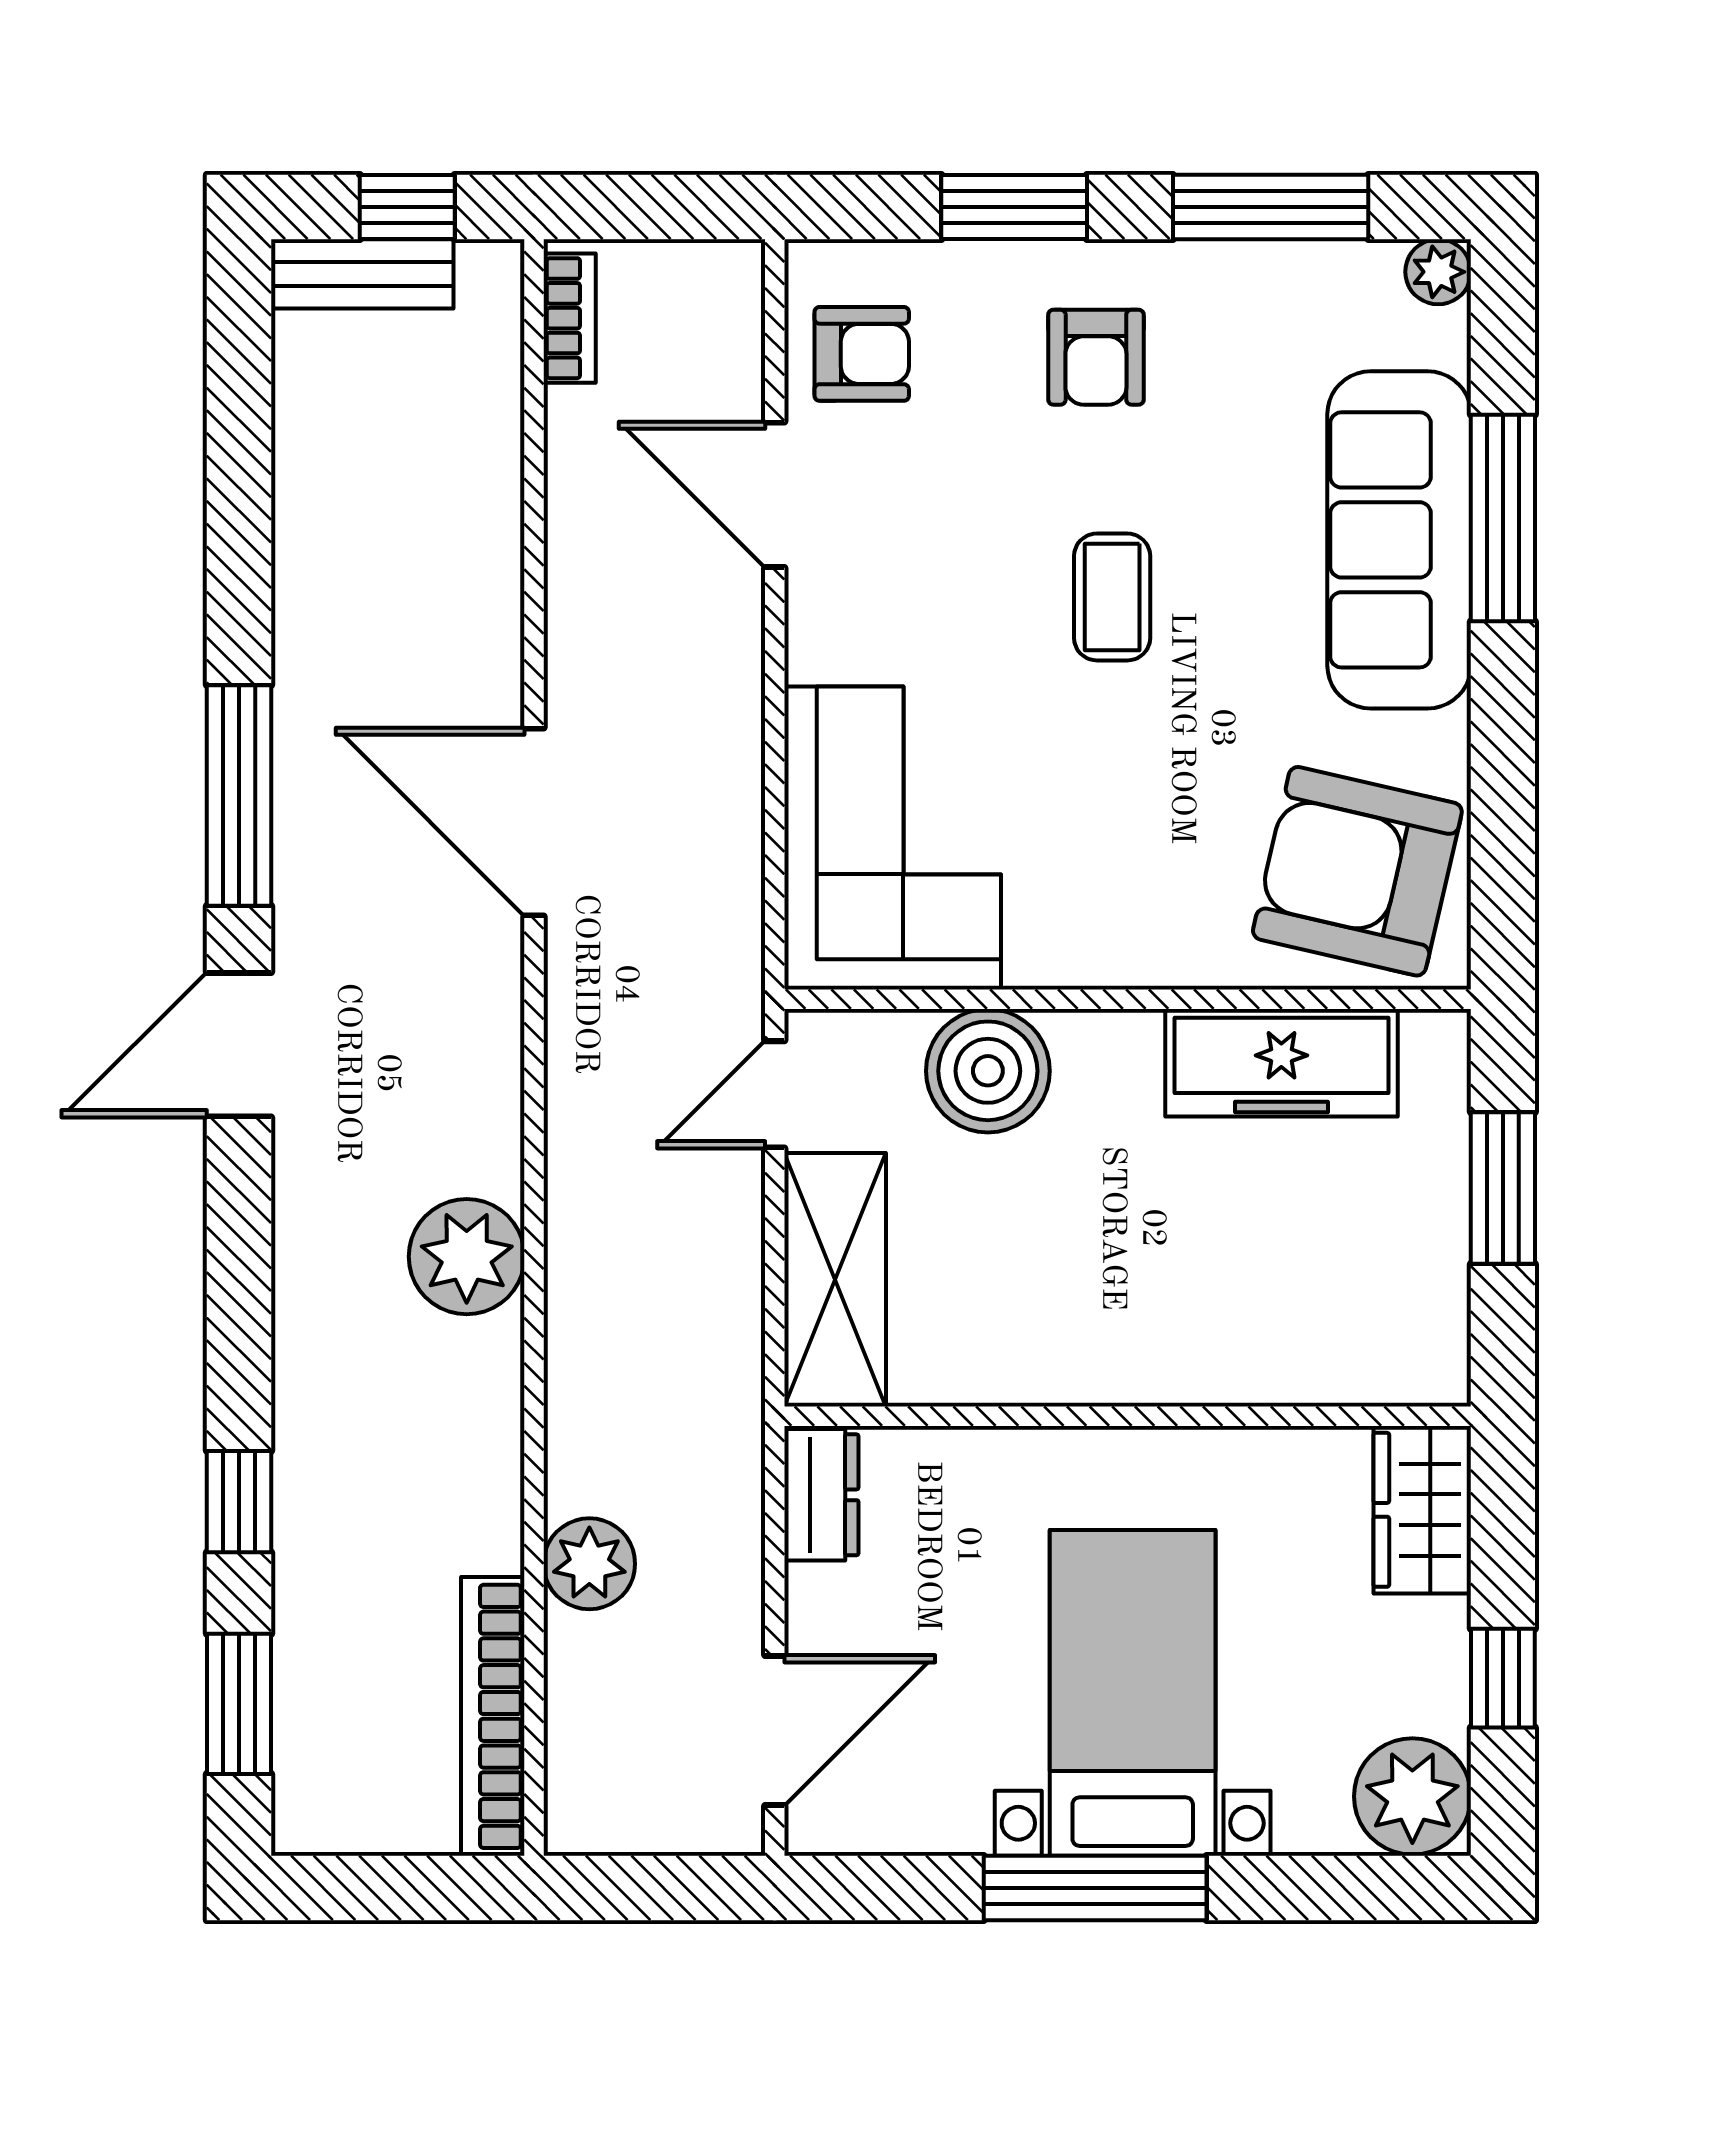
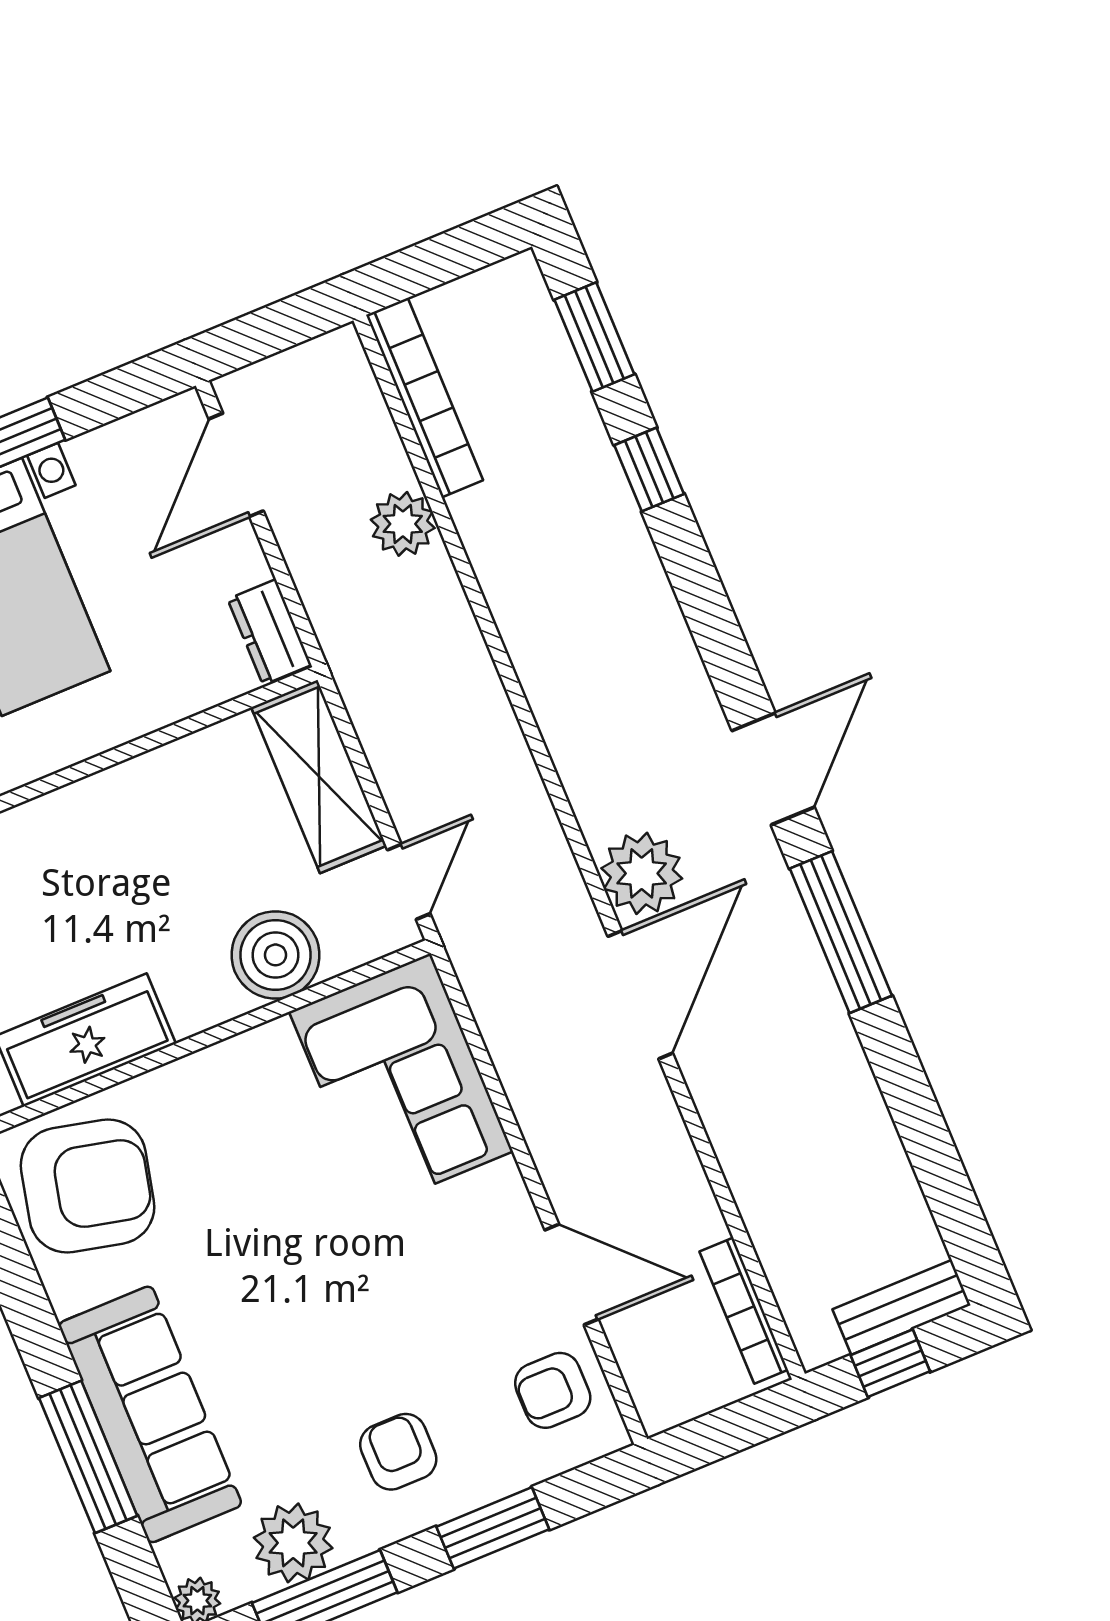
plant: (1282, 295) -> (293, 1543), added
bookcase: (570, 318) -> (744, 1311), width x1.56
coffee table: (1112, 597) -> (323, 1299), removed
door: (534, 822) -> (640, 995), hinge flipped
plant: (467, 1257) -> (642, 873), moved

